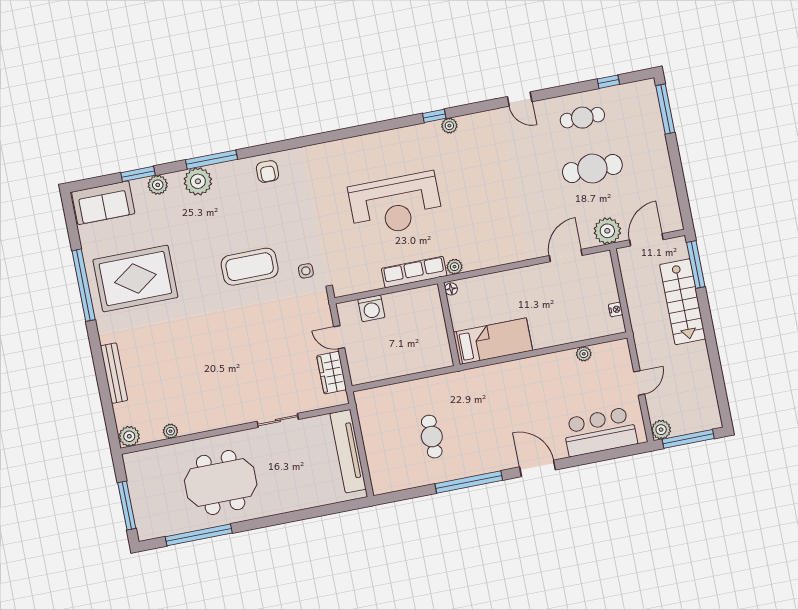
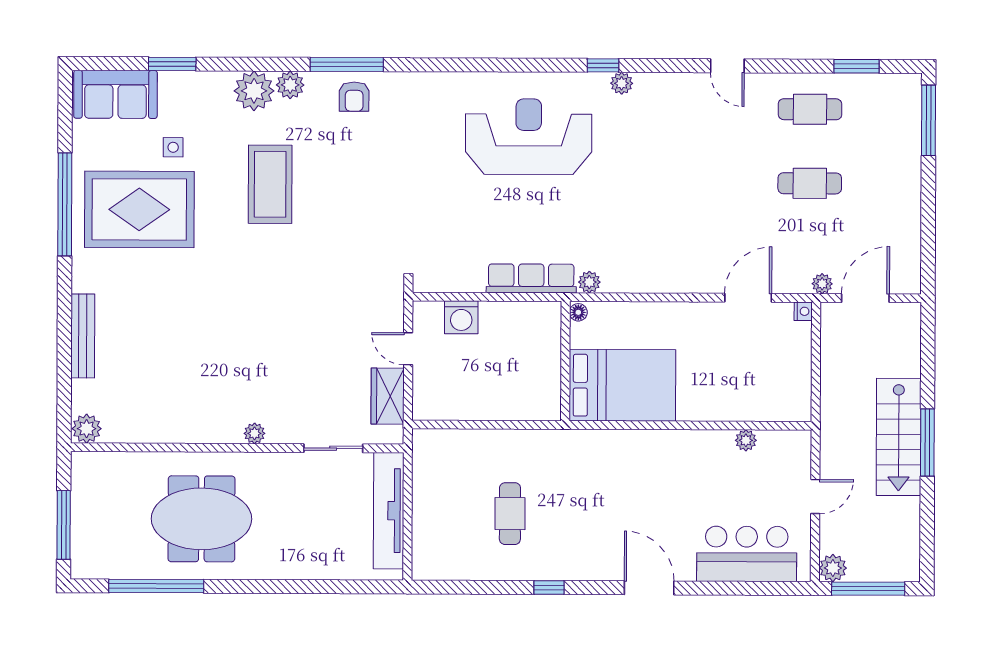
window: (608, 82) -> (856, 66), width x1.50
window: (212, 160) -> (347, 64), moved
cafe table: (592, 169) -> (810, 183), width x0.73, depth x0.74
plant: (158, 185) -> (290, 85), moved
reception desk: (395, 205) -> (529, 137), moved, turned 180
plant: (607, 231) -> (822, 284), width x0.53, depth x0.53
window: (696, 265) -> (927, 443), moved
coffee table: (250, 267) -> (270, 184), moved, turned 90
side table: (306, 271) -> (173, 147), moved
stairs: (683, 302) -> (899, 437), moved
nightstand: (616, 309) -> (803, 311), moved
bed: (493, 341) -> (622, 385), width x1.50
sliding door: (278, 420) -> (333, 448), moved
plant: (170, 431) -> (254, 433), moved
window: (469, 482) -> (549, 587), width x0.32

